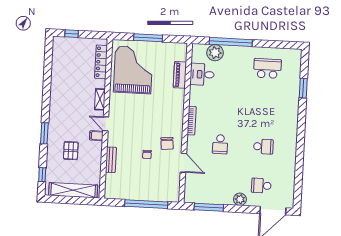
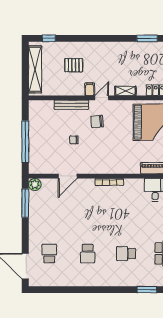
window: (44, 133) -> (147, 38), moved
chair: (167, 143) -> (97, 122), moved
school desk: (220, 144) -> (126, 254), moved
bench: (111, 160) -> (71, 105), width x1.36
plant: (240, 199) -> (35, 184), moved

